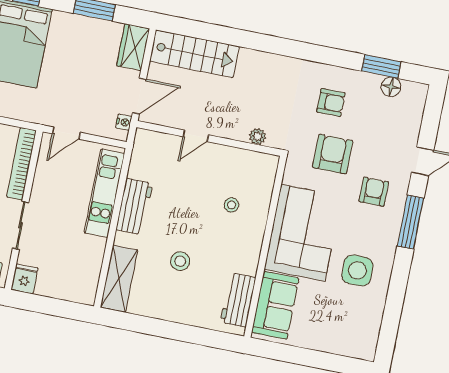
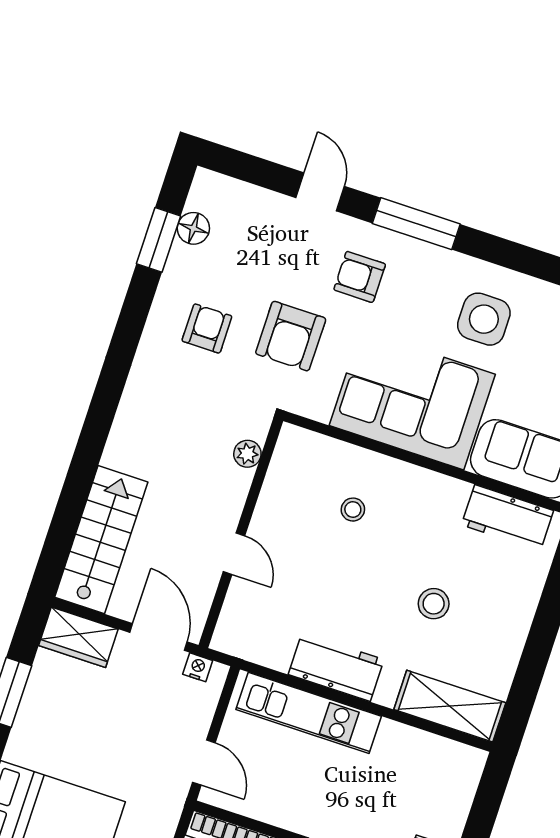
armchair: (333, 154) -> (291, 336), turned -90

